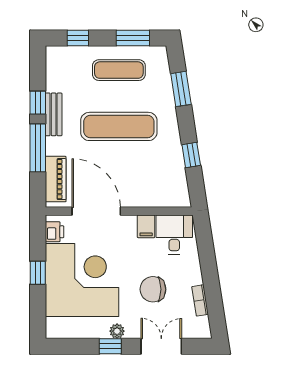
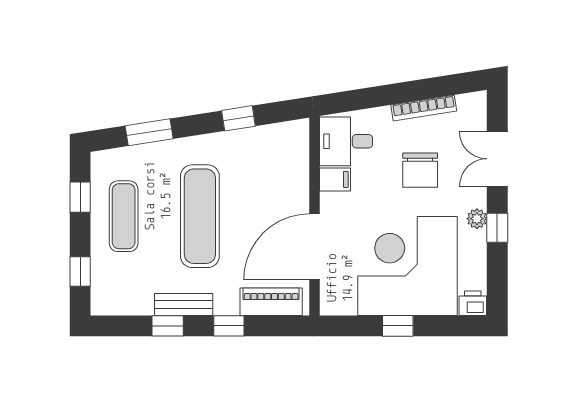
window: (133, 38) -> (80, 197), width x0.67
window: (38, 148) -> (229, 326), width x0.46
printer: (55, 232) -> (473, 303), moved
bookcase: (200, 300) -> (424, 108), width x1.56

